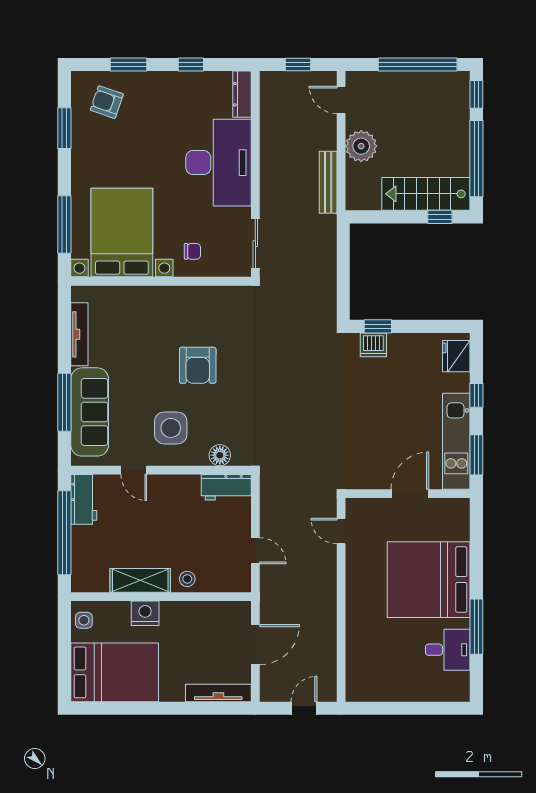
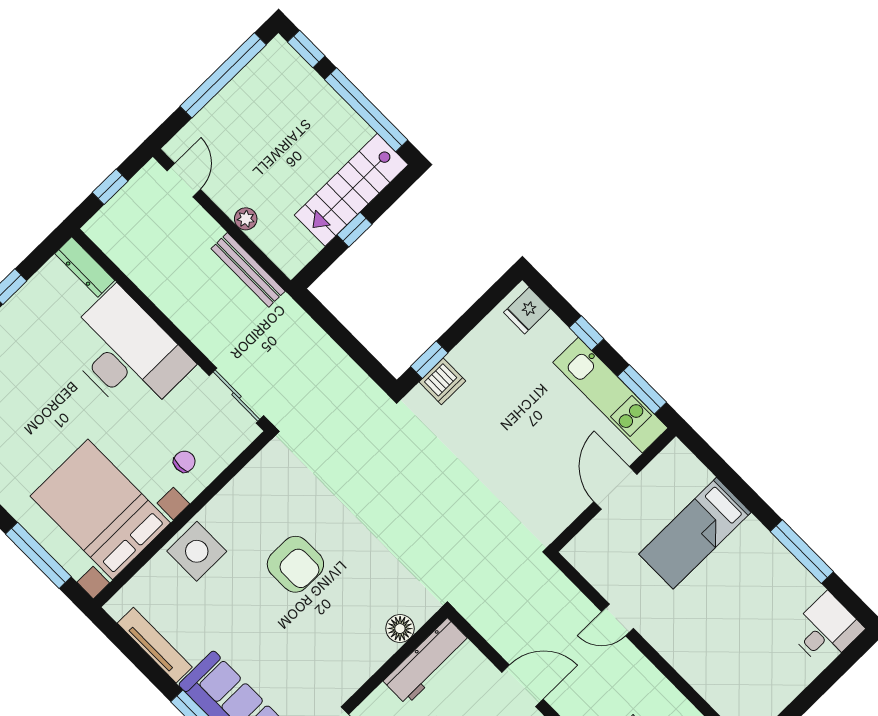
door: (341, 100) -> (184, 180), swing flipped
plant: (361, 146) -> (246, 219), width x0.53, depth x0.53
window: (440, 217) -> (354, 230), moved
fridge: (456, 356) -> (527, 311), width x0.72
side table: (171, 428) -> (197, 551), moved
workbench: (226, 487) -> (427, 662), width x1.38
door: (341, 531) -> (618, 620), moved
door: (255, 551) -> (523, 686), width x1.37
bed: (429, 580) -> (695, 533), width x0.49
desk: (448, 650) -> (826, 630), moved

